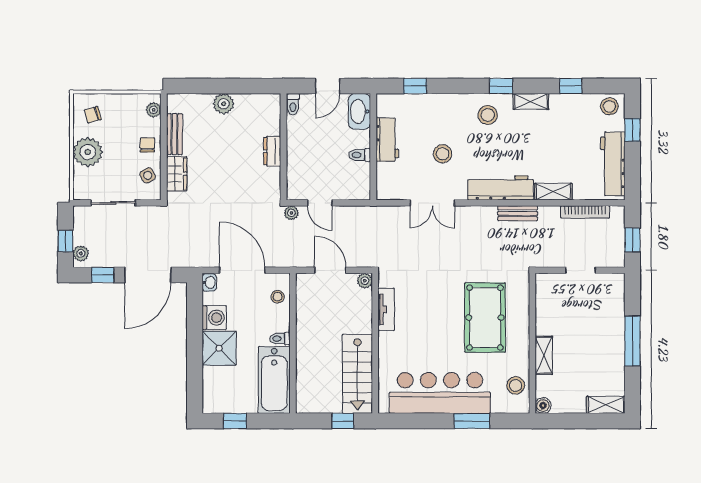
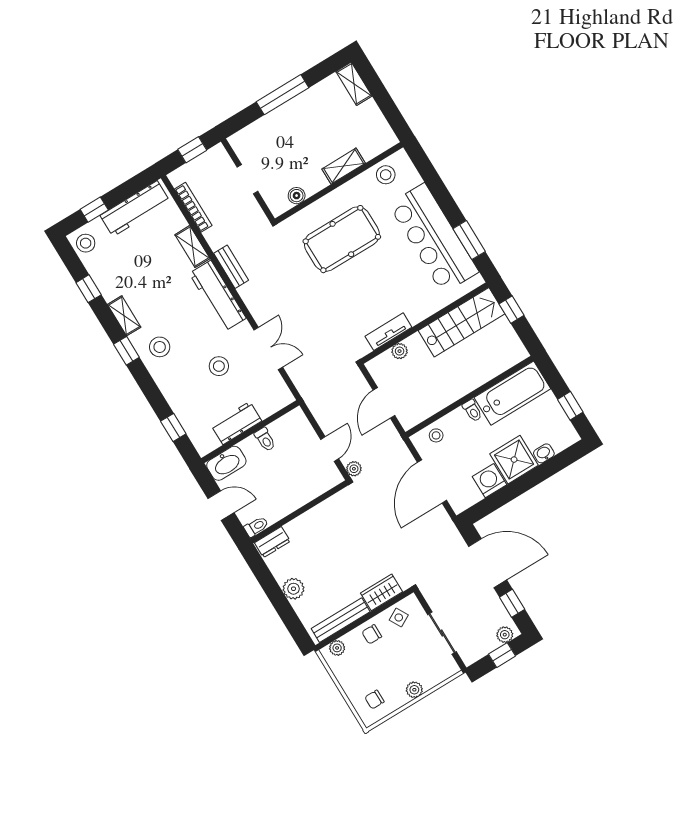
chair: (93, 115) -> (374, 700), turned 105
bench: (174, 134) -> (341, 620), width x1.36
dresser: (272, 151) -> (272, 542), moved
plant: (88, 152) -> (414, 690), width x0.53, depth x0.53
plant: (365, 281) -> (400, 351), moved
washbasin: (209, 282) -> (544, 453), moved
boiler: (543, 406) -> (297, 196), moved
window: (472, 421) -> (469, 240), moved

